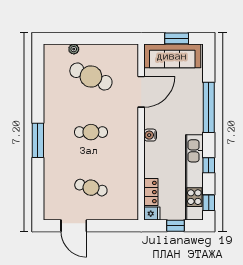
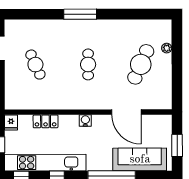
sofa: (172, 56) -> (140, 159), moved, turned 90
cafe table: (91, 188) -> (35, 65), turned -39
locker: (151, 192) -> (46, 121), moved

